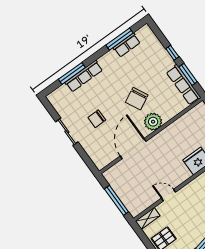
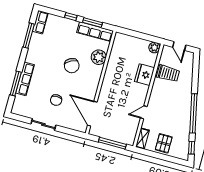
row of seats: (127, 45) -> (40, 22), moved
plant: (153, 122) -> (99, 57), moved
door: (133, 149) -> (92, 114), moved

